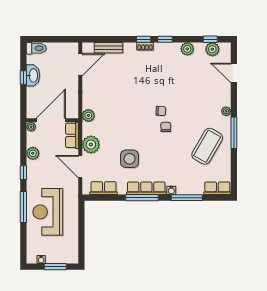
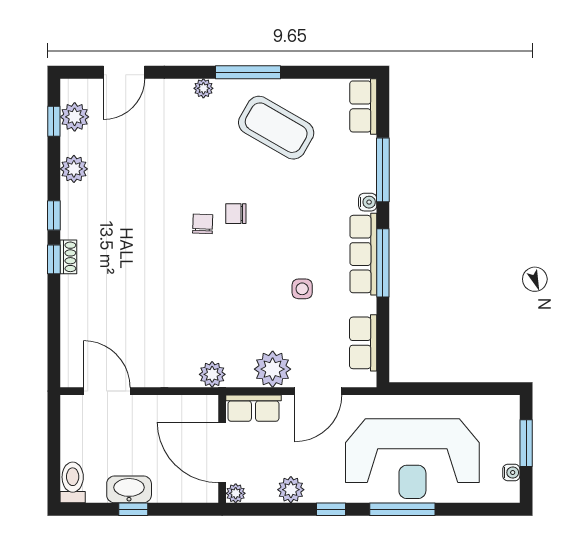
bench: (109, 48) -> (71, 332), removed
side table: (130, 159) -> (302, 289), width x0.54, depth x0.54
reception desk: (48, 212) -> (412, 459), width x1.36, depth x1.30

